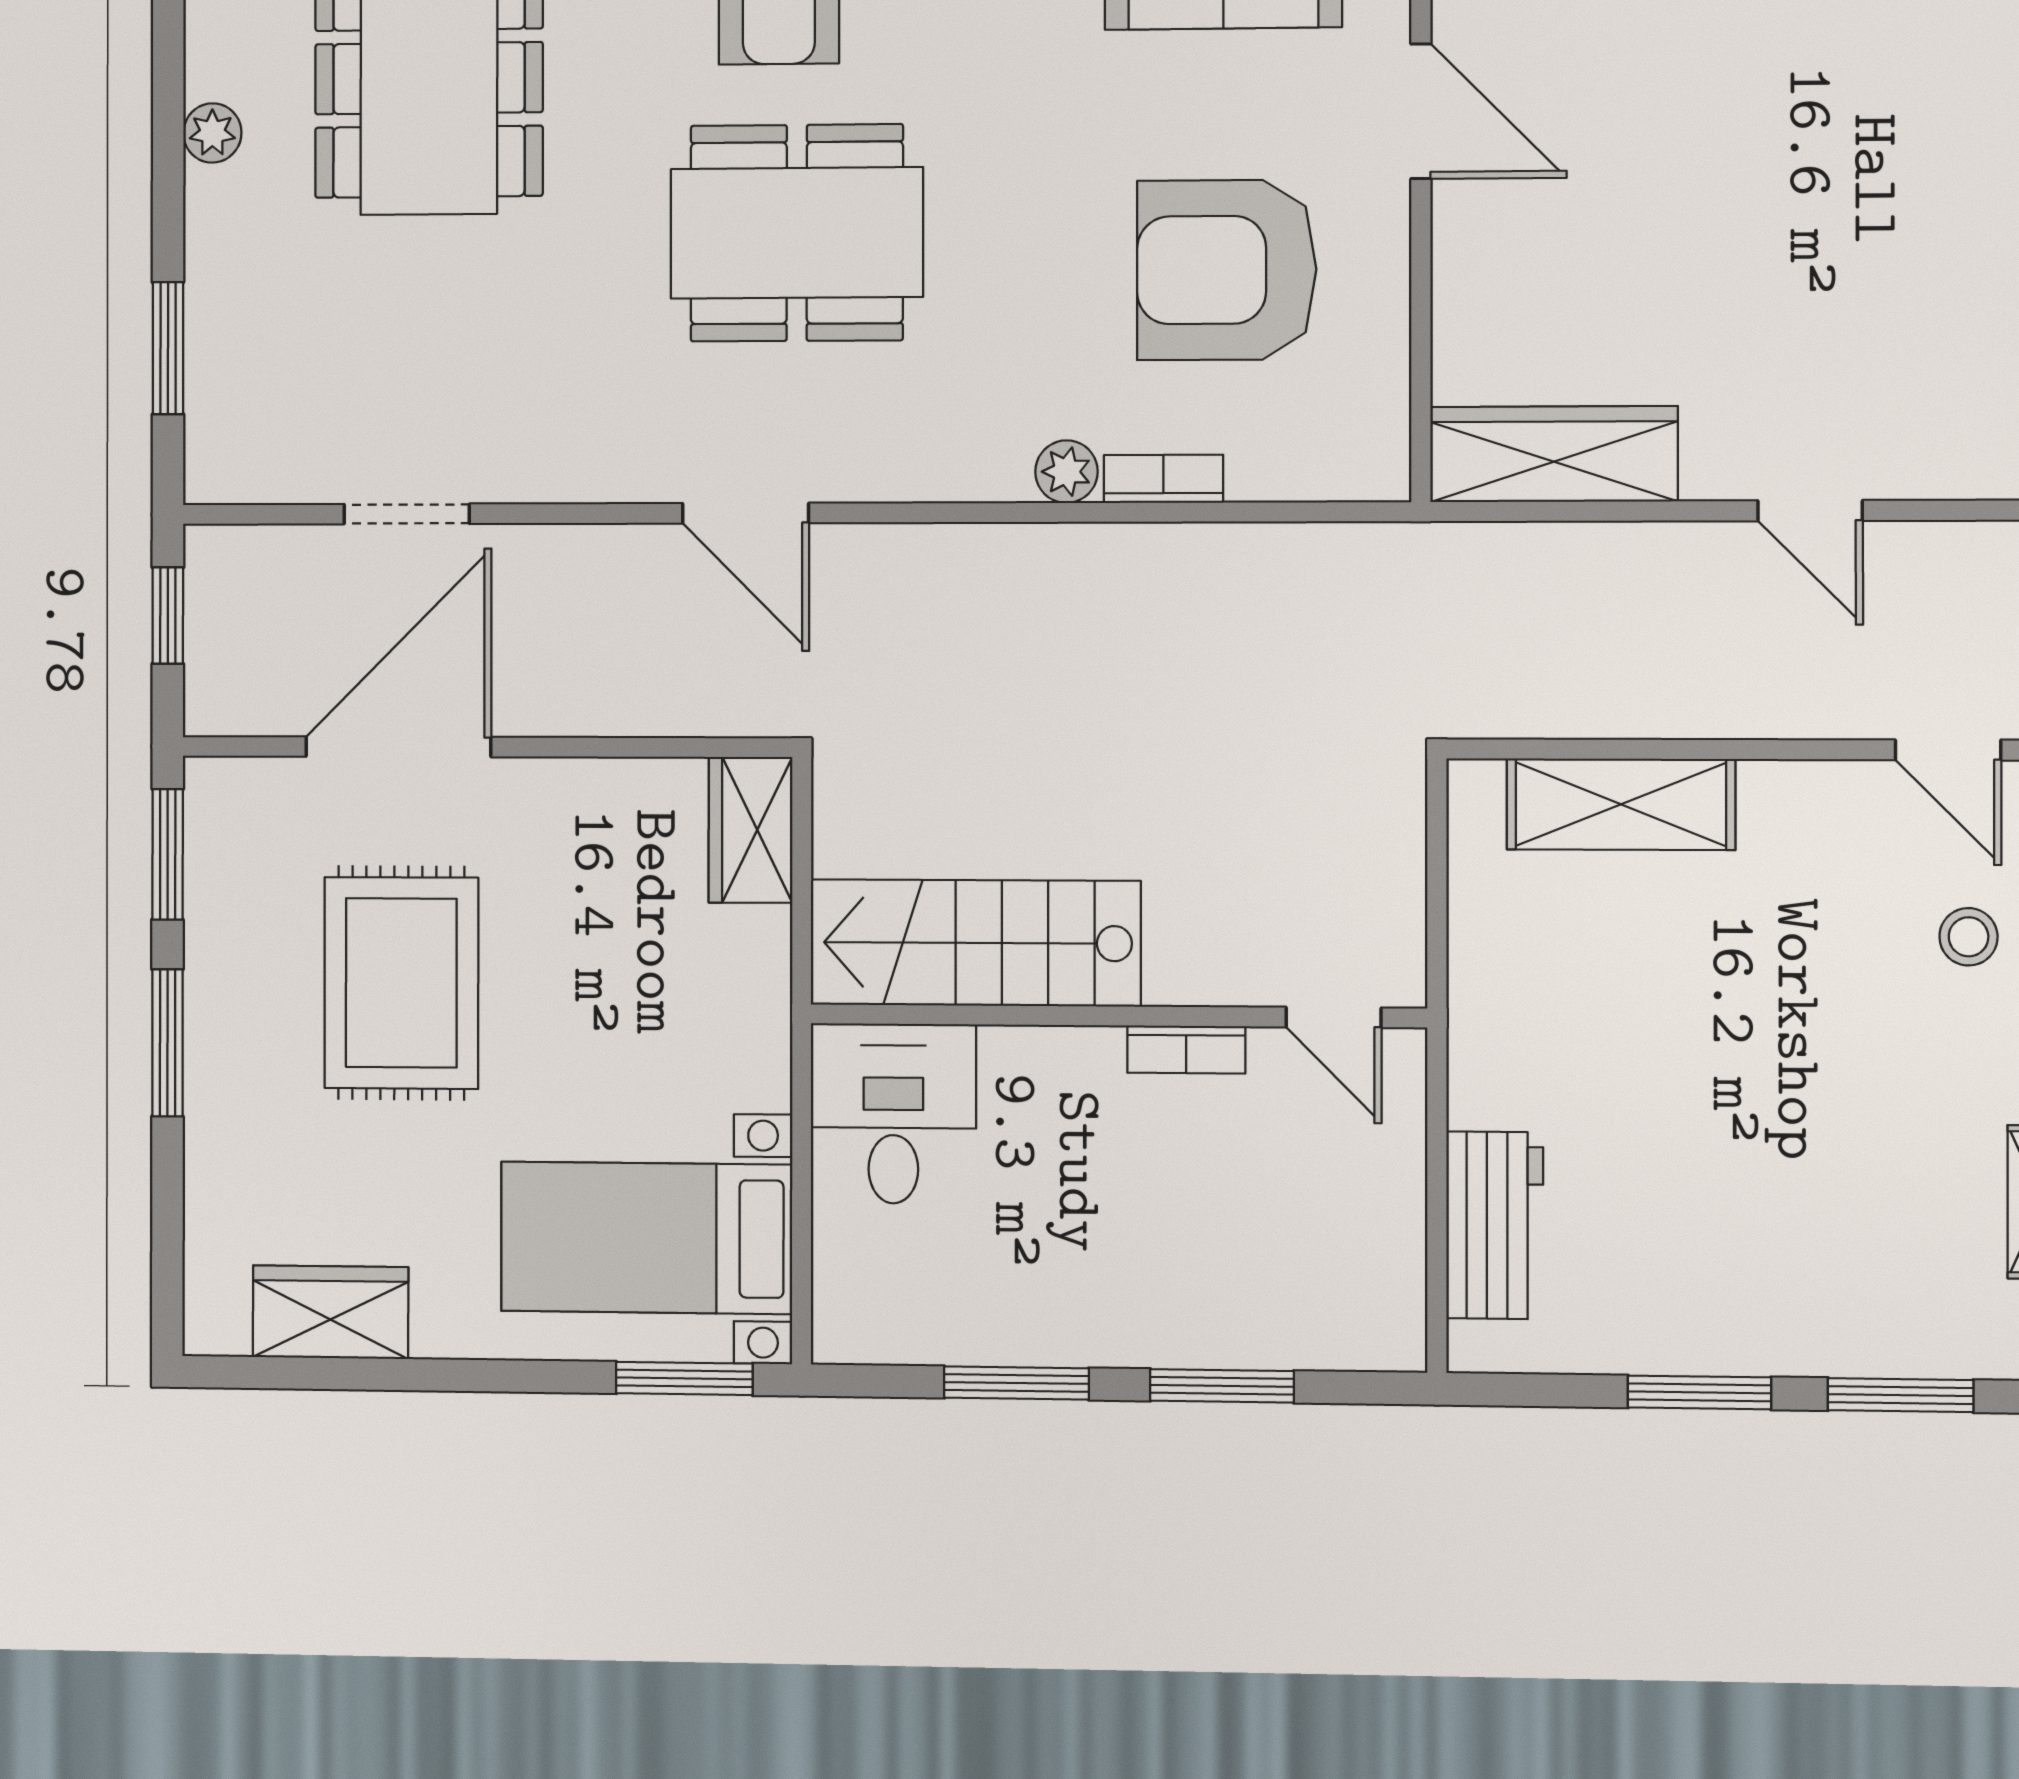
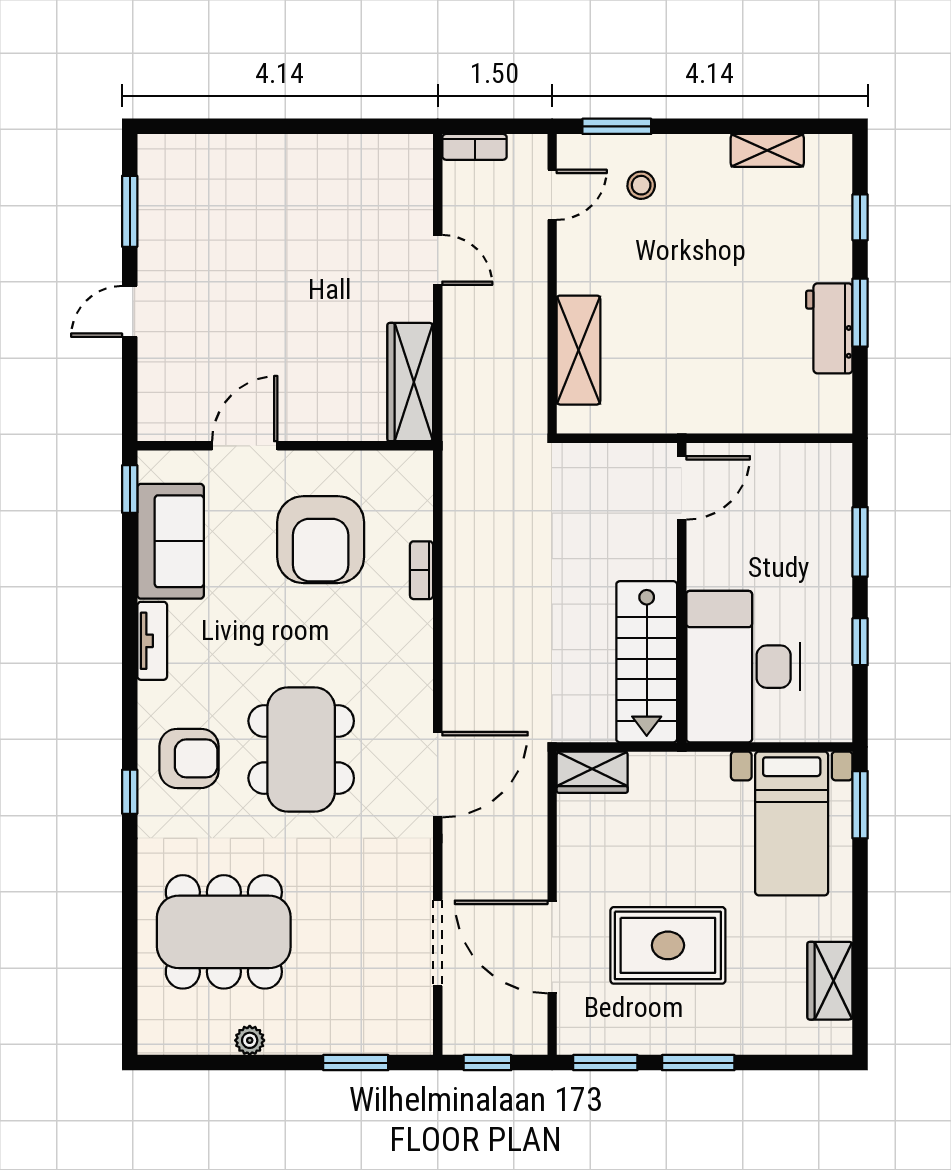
plant: (1066, 472) -> (418, 617), removed
door: (1810, 511) -> (438, 260), hinge flipped
door: (746, 513) -> (438, 775), width x1.36
doorway: (407, 514) -> (438, 943), width x1.38
door: (1334, 1017) -> (682, 488), width x1.38
bookcase: (1186, 1050) -> (698, 559), removed
desk: (893, 1114) -> (743, 667), width x1.87, depth x1.30
workbench: (1495, 1225) -> (829, 328), moved, turned -90
window: (1016, 1383) -> (860, 642), width x0.67
window: (1900, 1395) -> (860, 217), width x0.67

